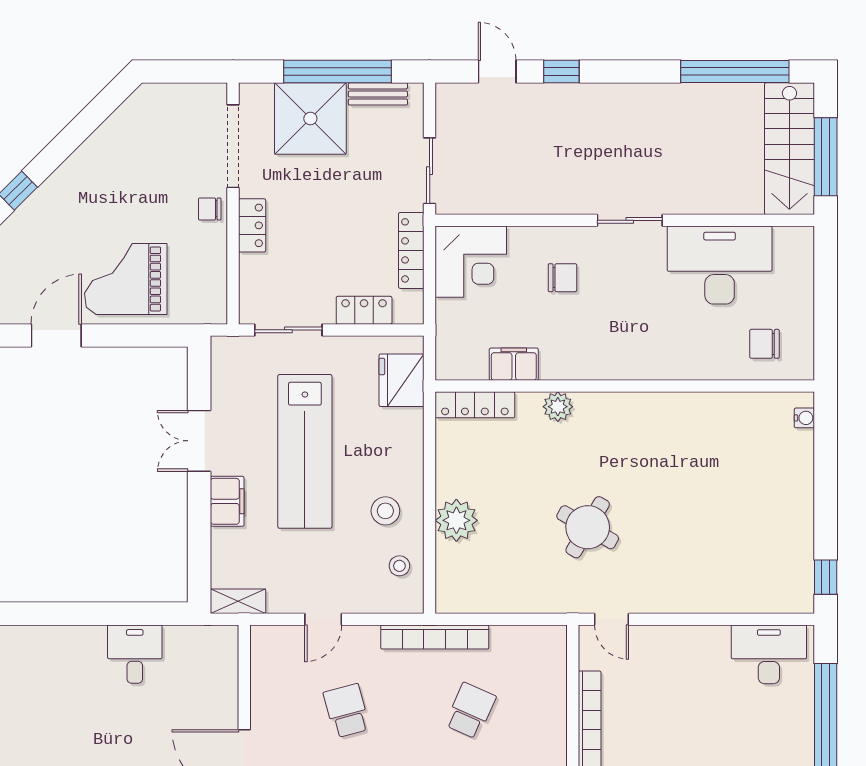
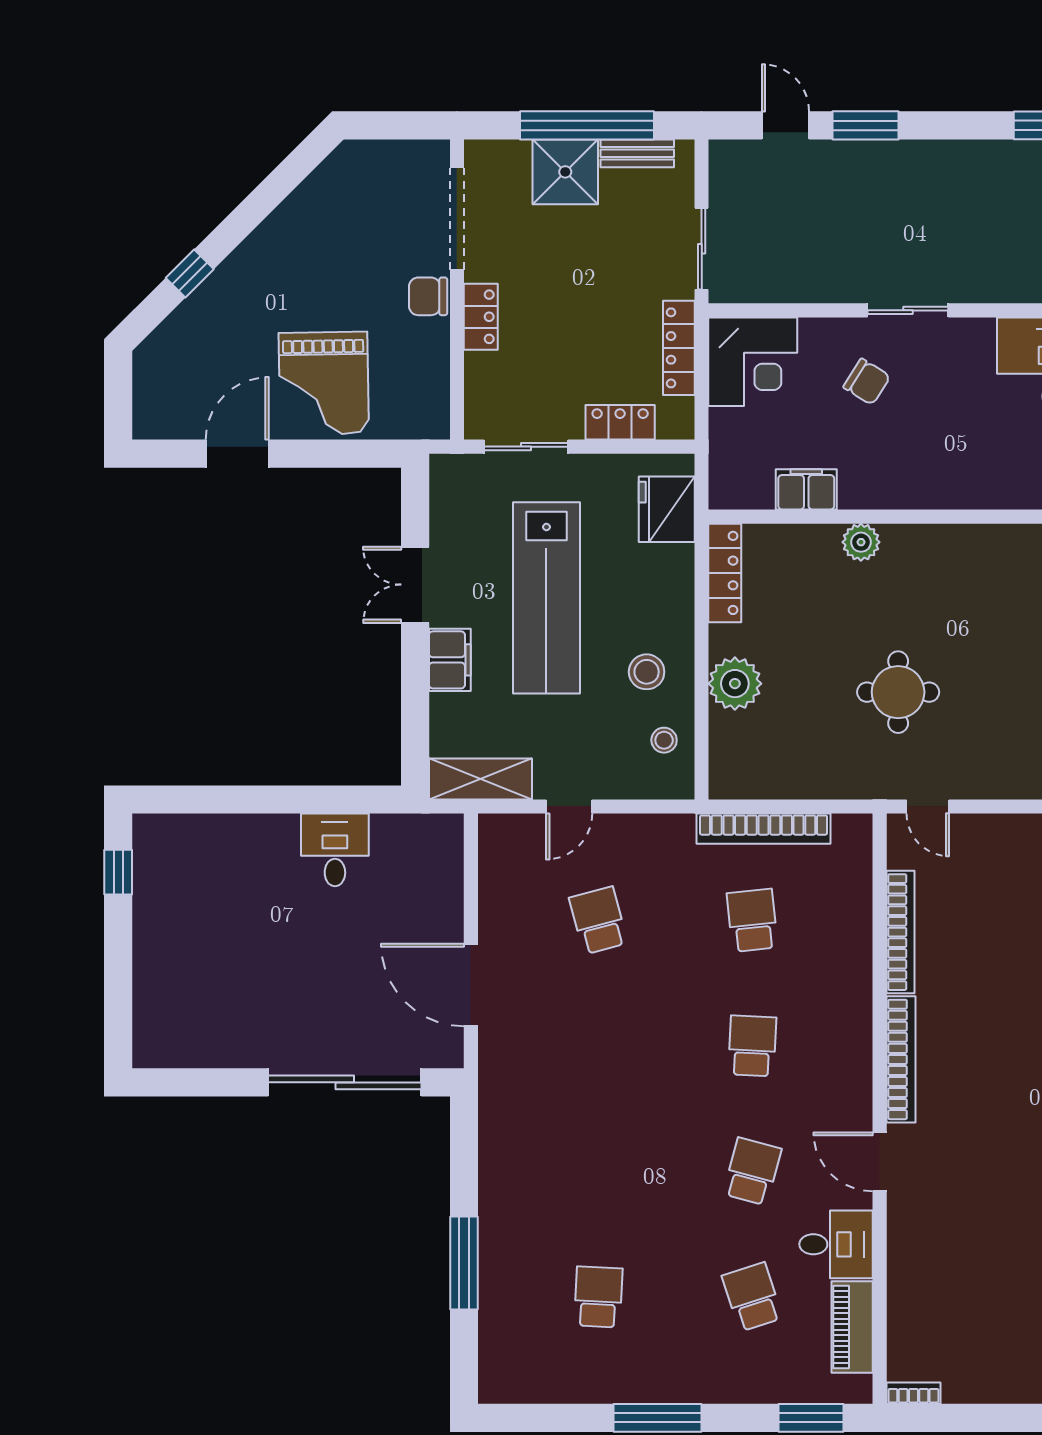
window: (561, 71) -> (866, 125), width x1.50
shower: (310, 119) -> (565, 172), width x0.73, depth x0.73
chair: (210, 209) -> (428, 296), width x1.37, depth x1.37
sliding door: (630, 220) -> (908, 310), moved
chair: (562, 278) -> (867, 382), turned 32
grand piano: (126, 279) -> (324, 383), turned -91
locker: (475, 405) -> (725, 573), moved, turned -90
round table: (588, 527) -> (898, 692), turned -30
shelving: (238, 601) -> (480, 779), width x1.50, depth x1.33
bookcase: (435, 637) -> (764, 829), moved
school desk: (470, 711) -> (752, 920), turned -30

